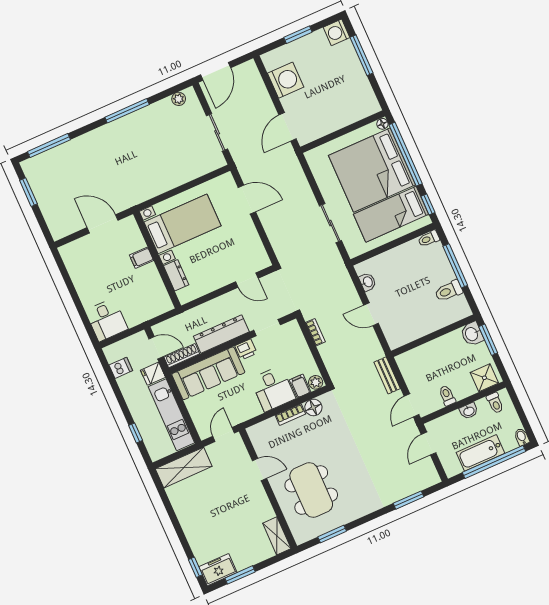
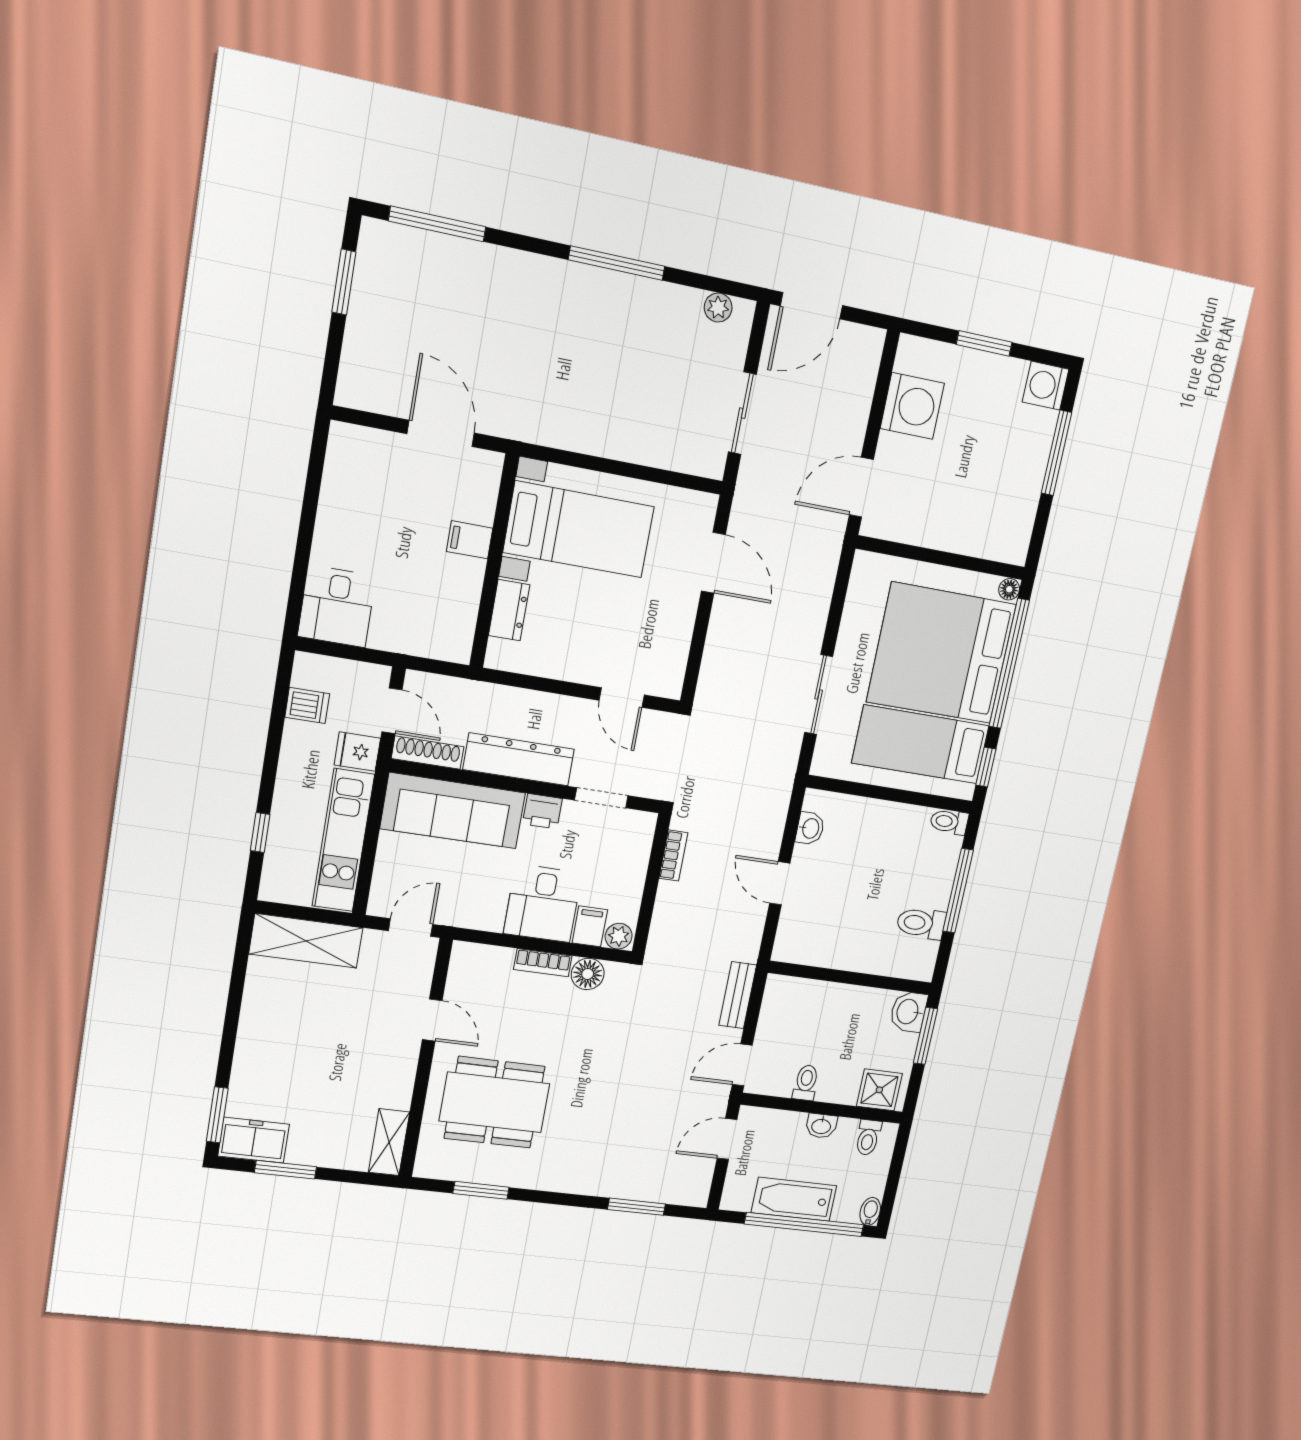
dining table: (311, 490) -> (495, 1102), turned 90
window: (195, 567) -> (217, 1115), width x1.50

